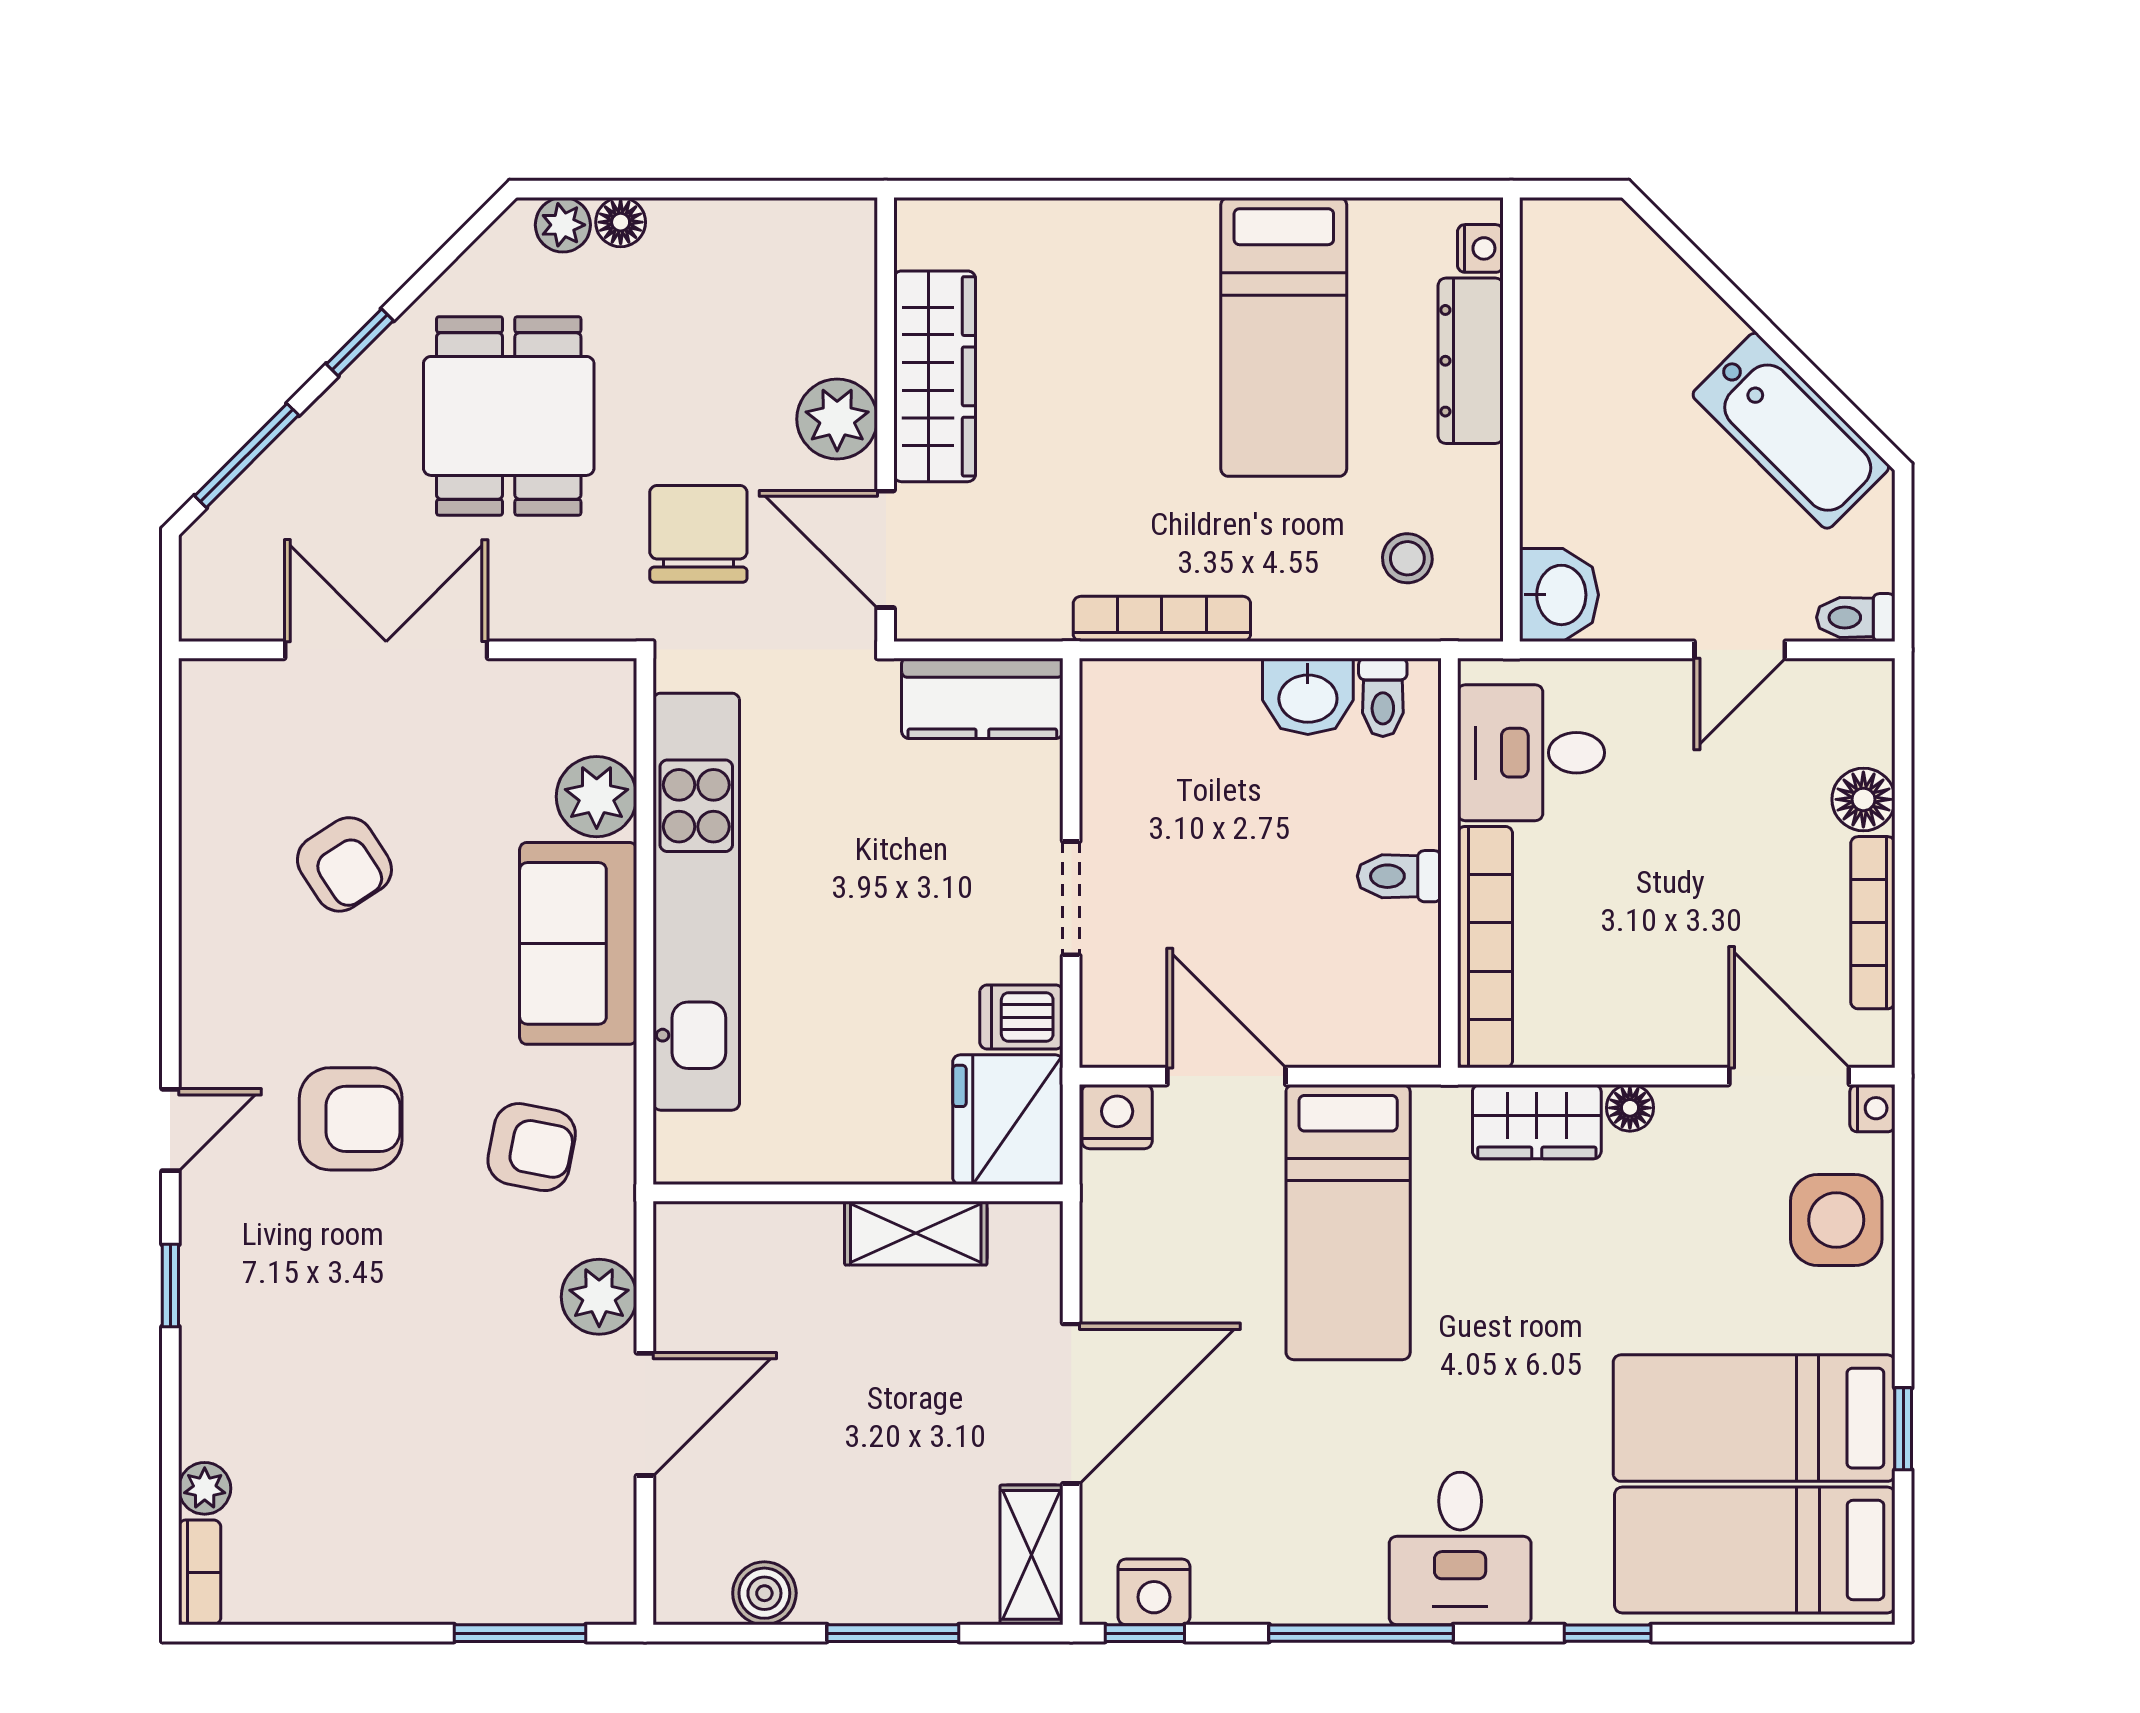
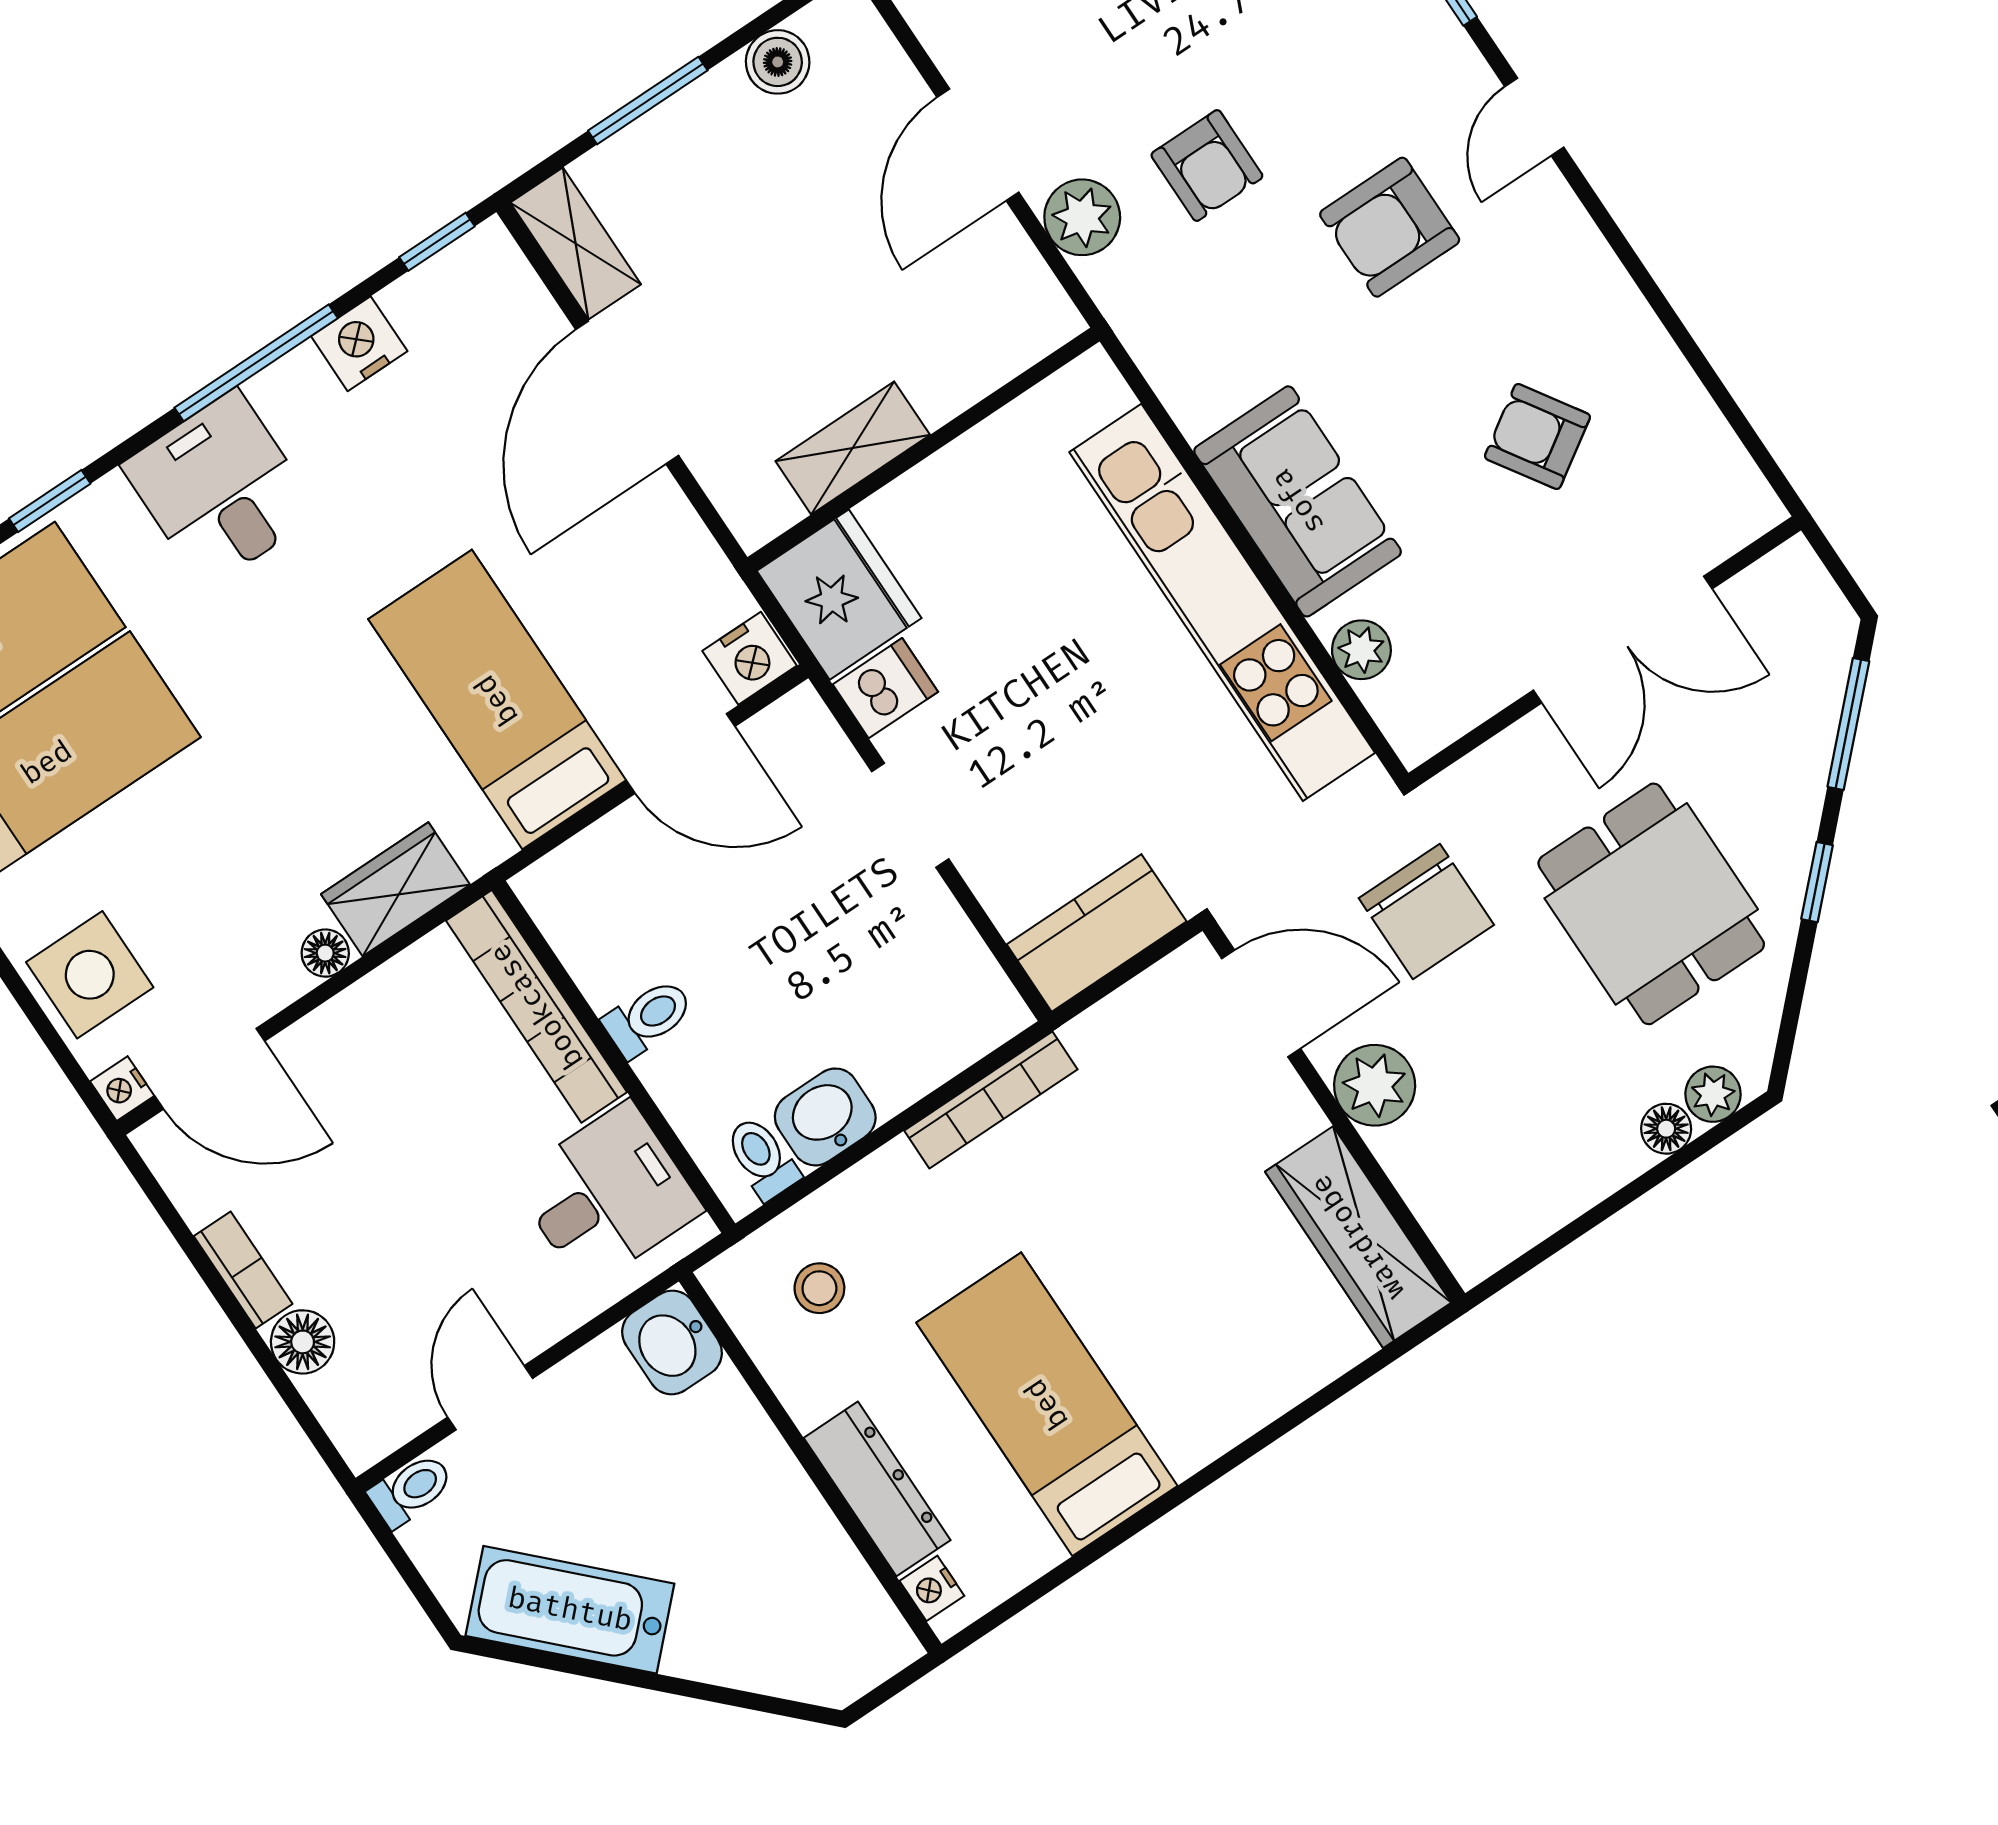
wardrobe: (935, 376) -> (1358, 1237), moved
plant: (597, 797) -> (1361, 650), width x0.73, depth x0.73
bookcase: (1873, 923) -> (243, 1270), width x0.64
armchair: (532, 1147) -> (1207, 166), moved, turned -101
nightstand: (1154, 1592) -> (359, 344), moved

